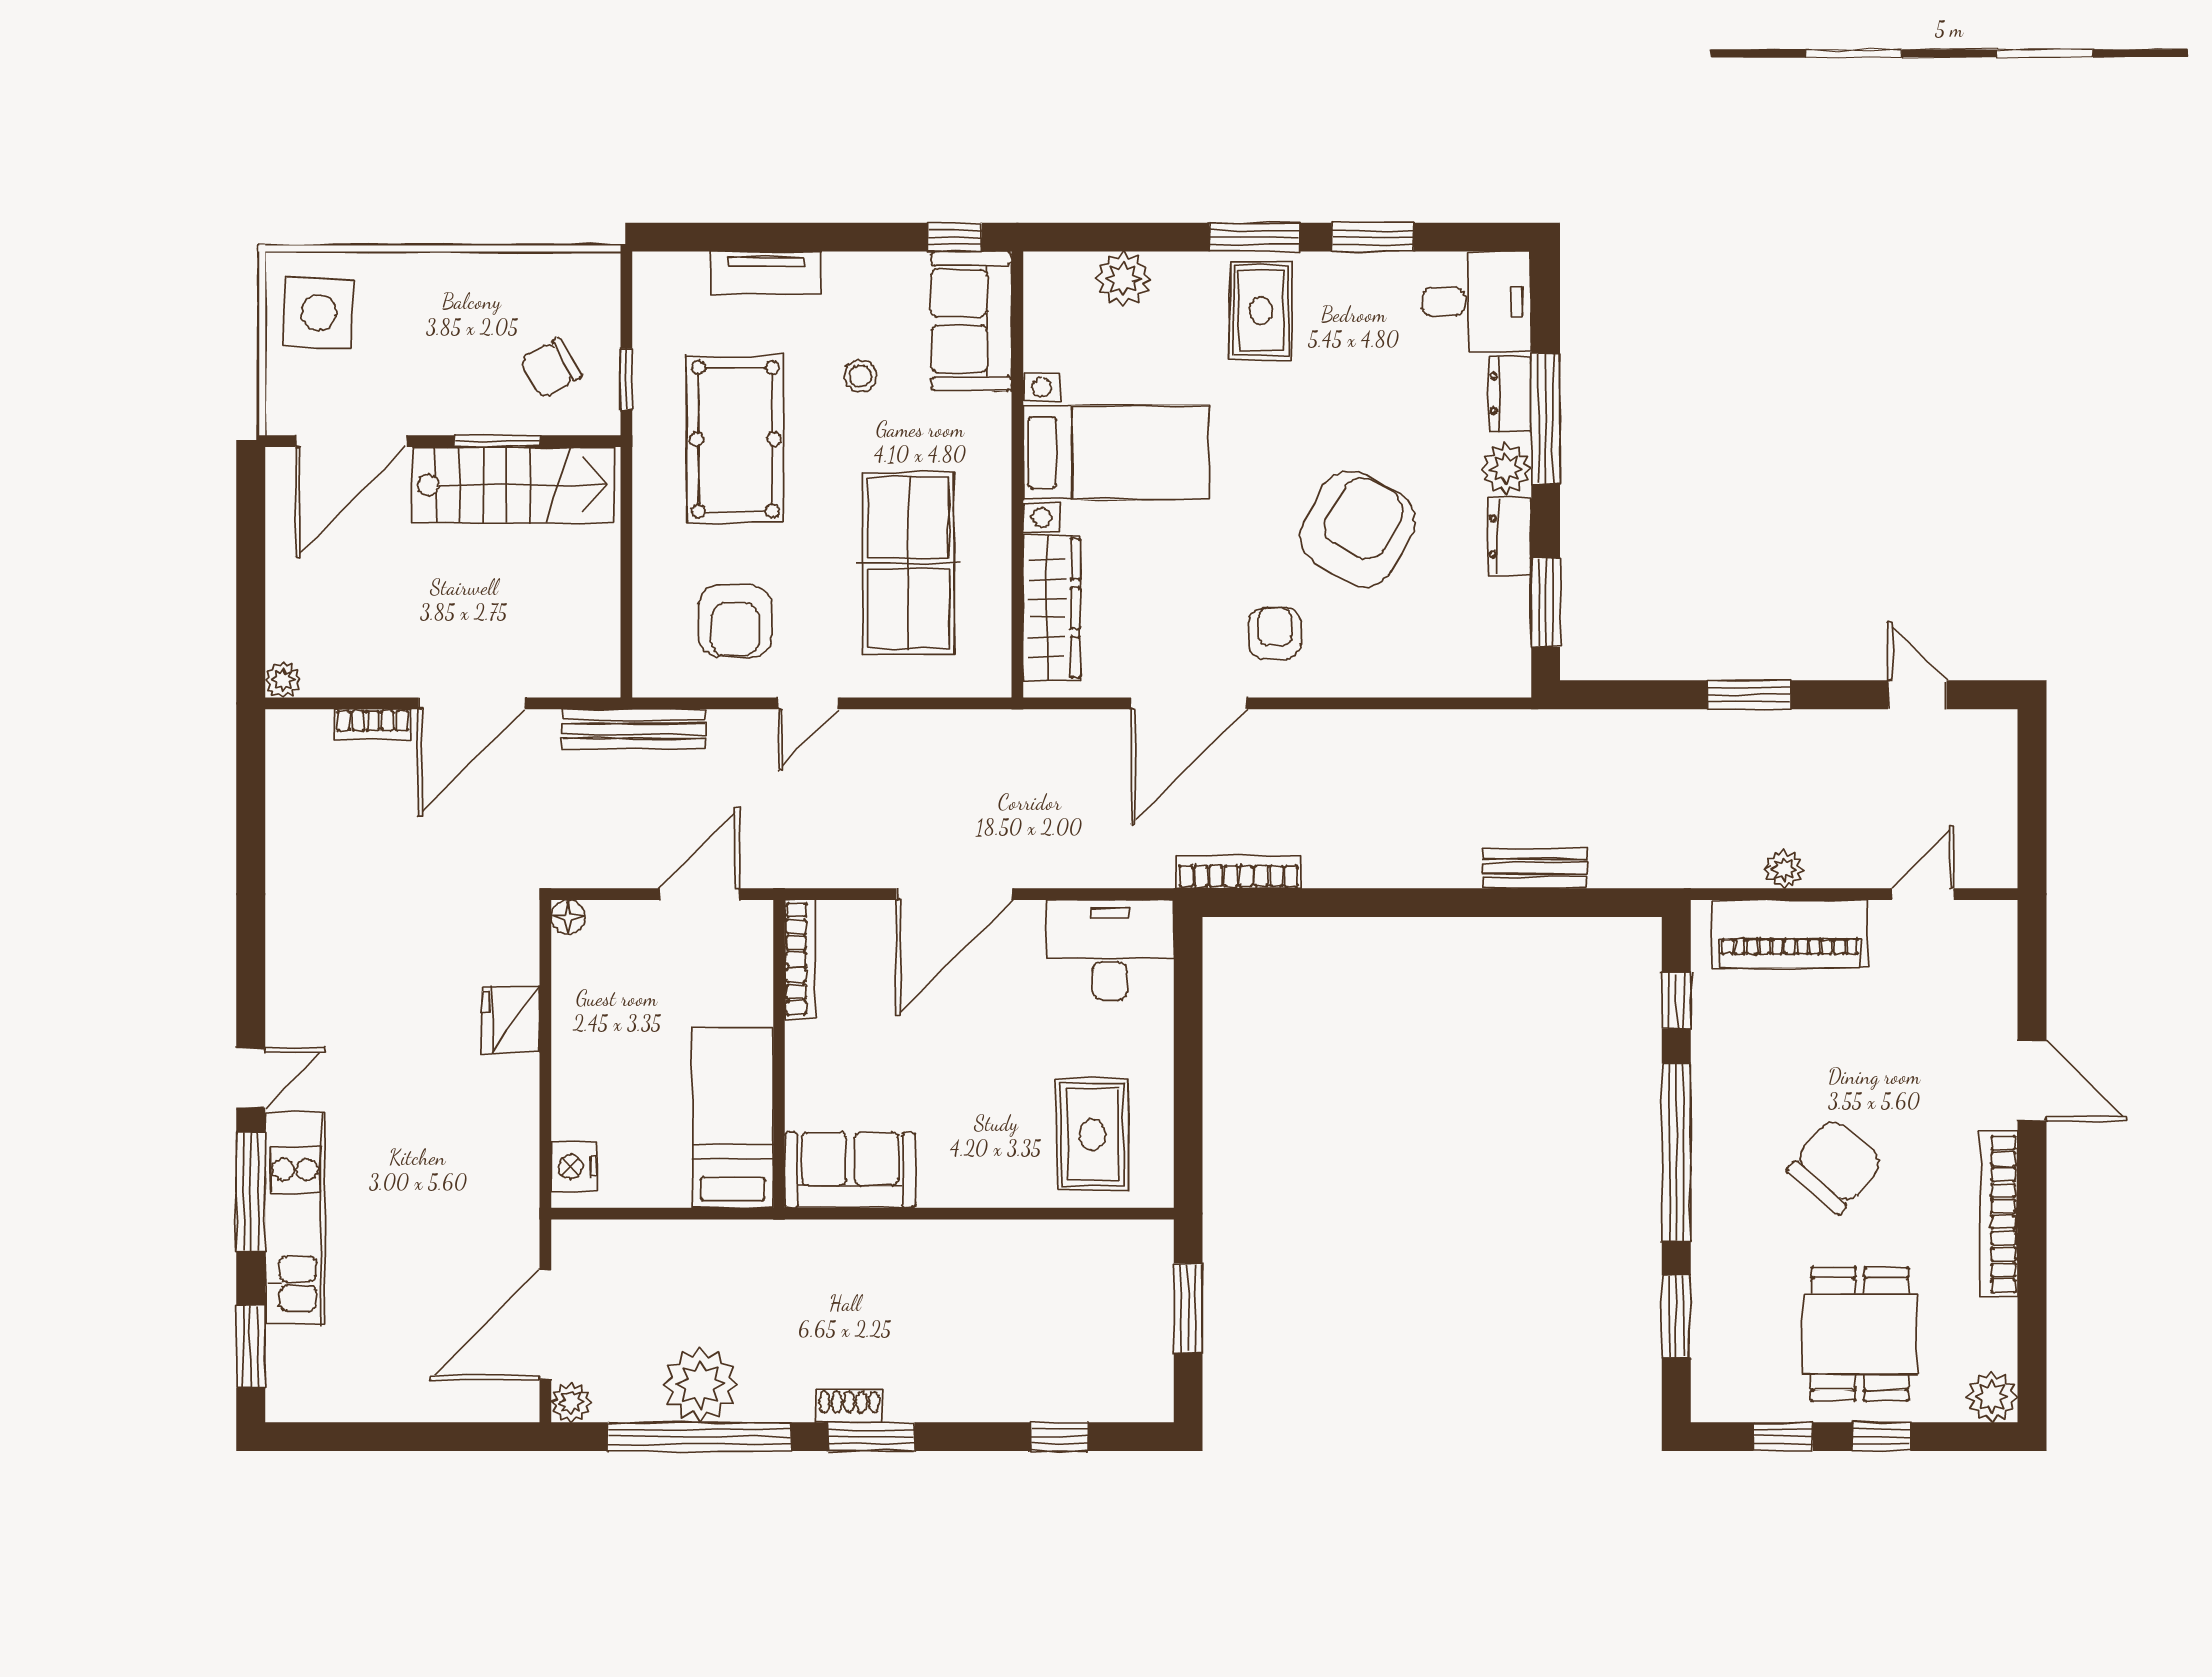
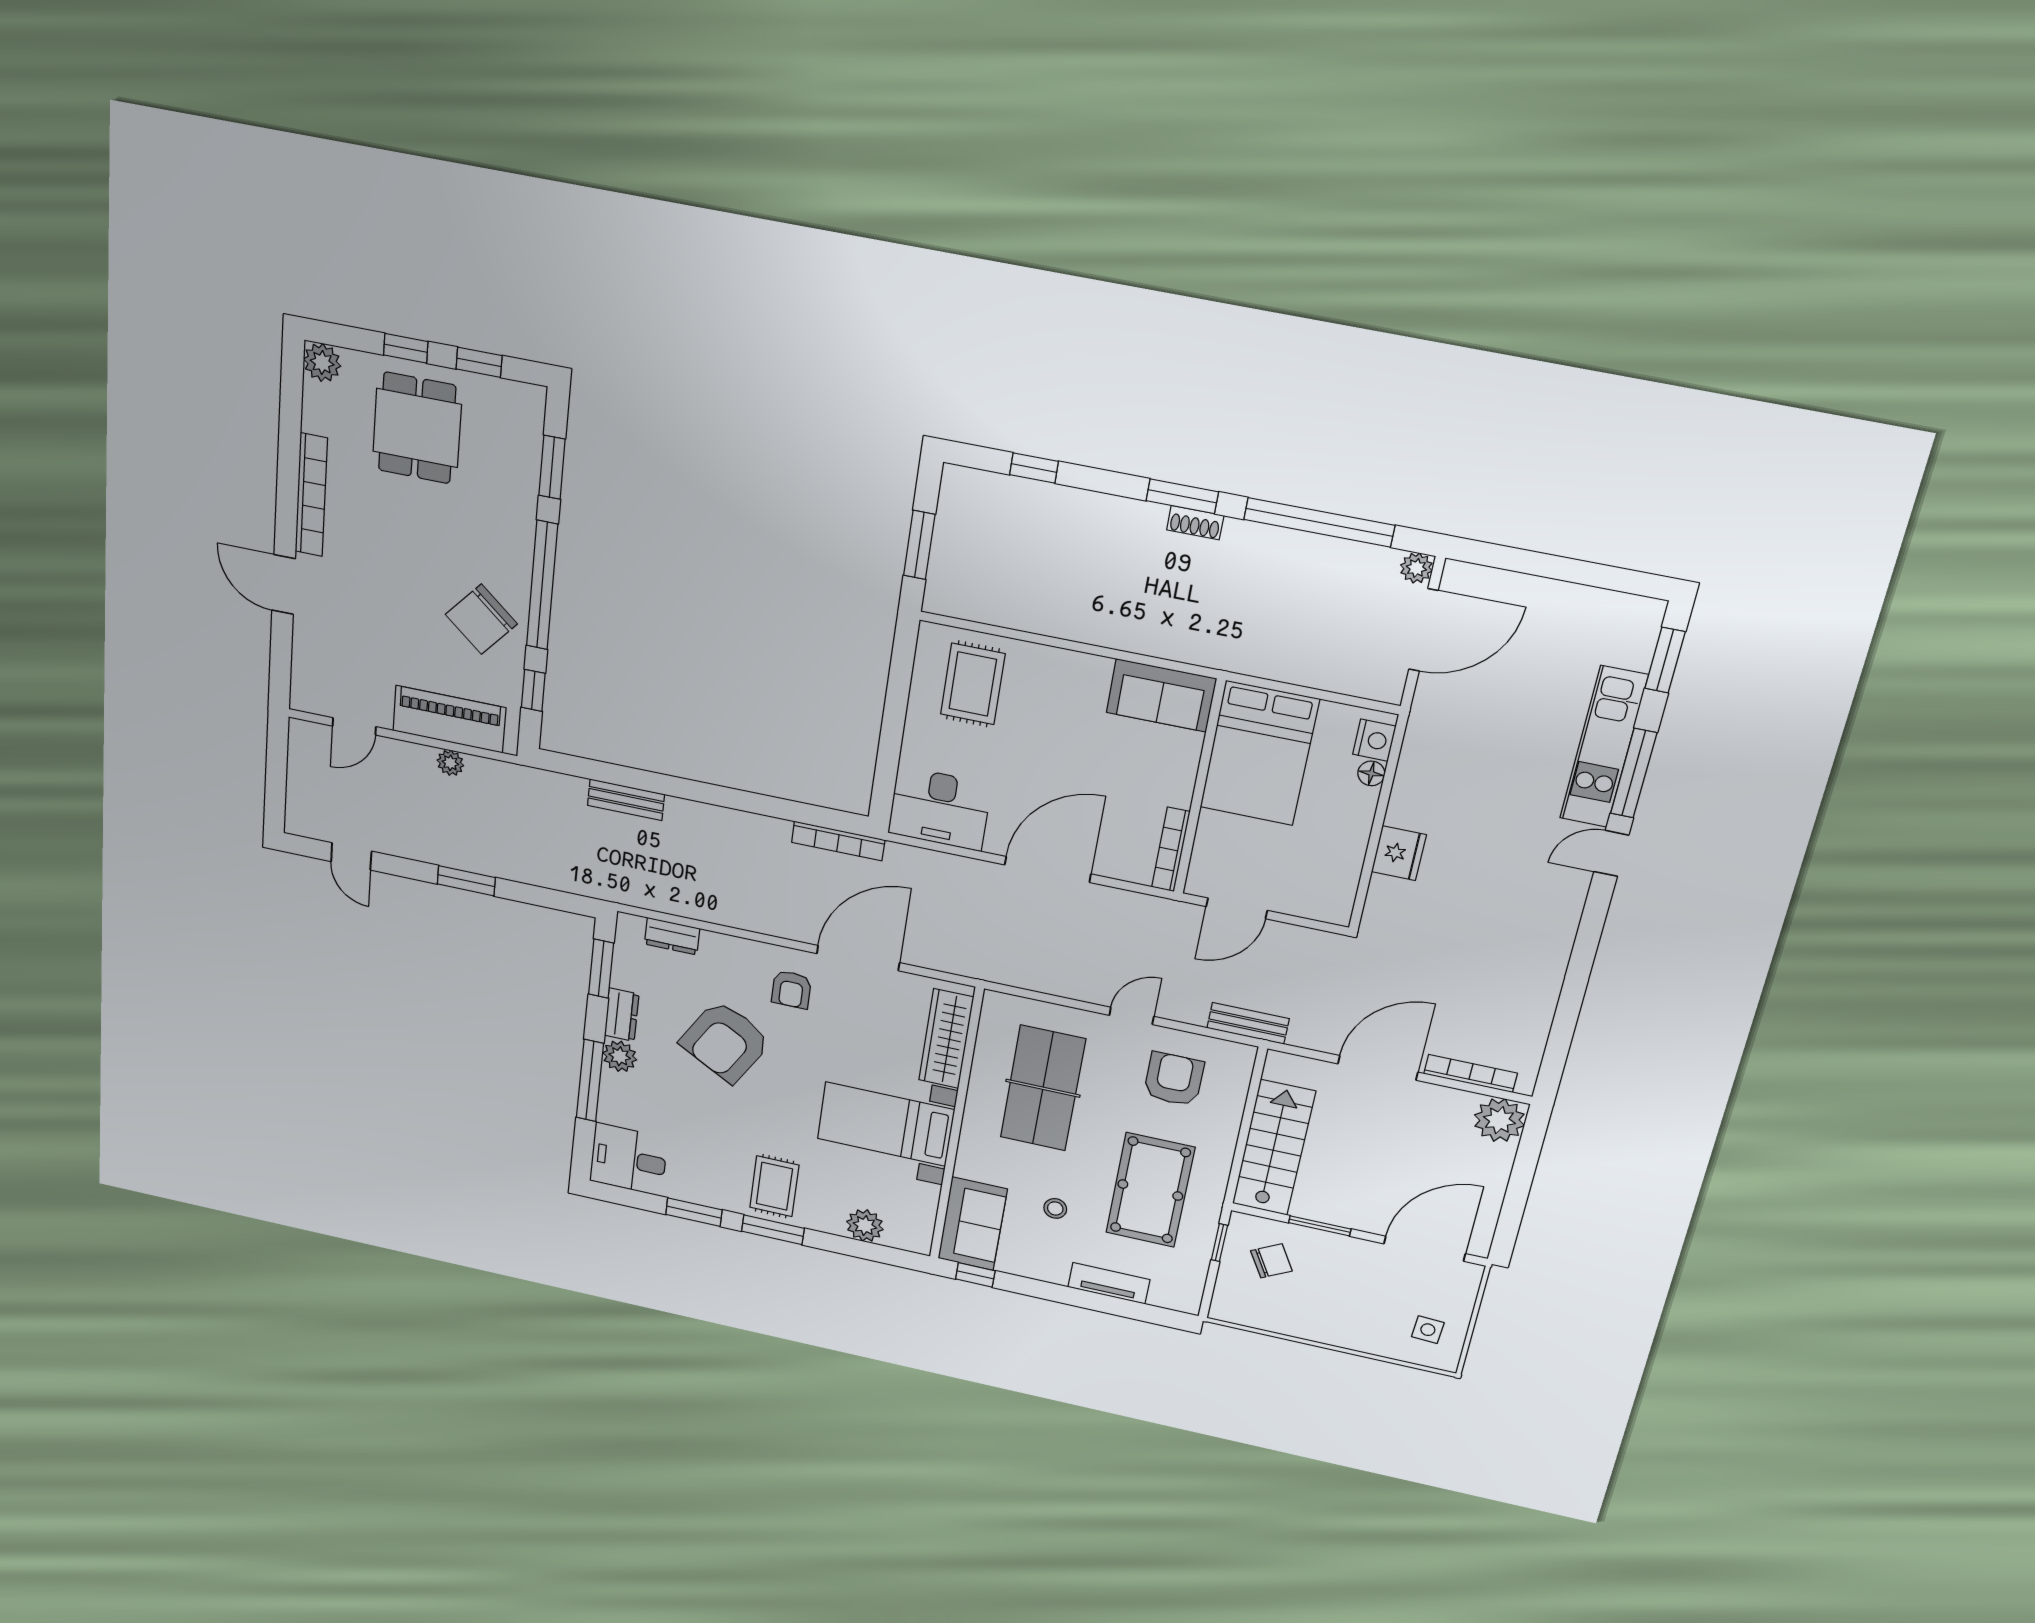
side table: (319, 313) -> (1428, 1330), width x0.54, depth x0.54
dresser: (1510, 393) -> (672, 936), moved, turned 90
stairs: (513, 485) -> (1274, 1148), moved, turned 90
plant: (283, 680) -> (1499, 1120), width x1.88, depth x1.88
bookcase: (373, 724) -> (1470, 1073), width x1.56
bench: (634, 729) -> (1248, 1023), width x0.73
floor lamp: (568, 917) -> (1371, 773), moved
bed: (733, 1118) -> (1259, 753), width x1.50
chair: (1835, 1166) -> (481, 619), moved
plant: (700, 1385) -> (1310, 562), removed

